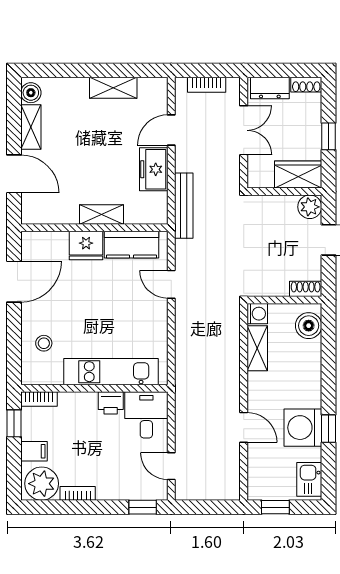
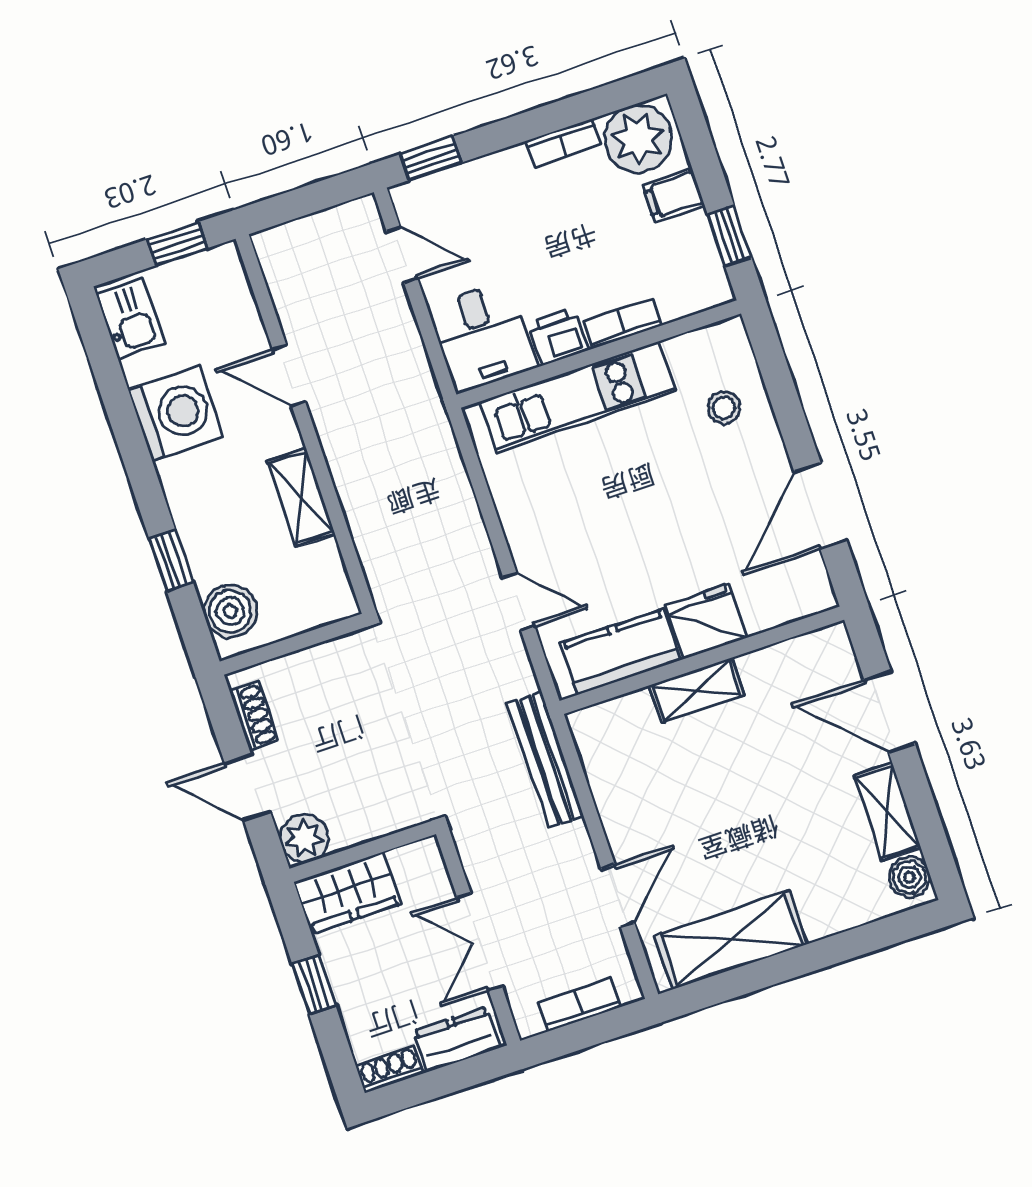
shelving: (113, 88) -> (731, 940), width x1.50, depth x1.33
freezer: (154, 169) -> (626, 810), removed
shoe rack: (306, 289) -> (254, 716), moved, turned -90
washing machine: (257, 314) -> (336, 601), removed
shelving: (257, 348) -> (301, 498), moved
bookcase: (39, 399) -> (623, 323), moved
window: (328, 429) -> (171, 561), moved

